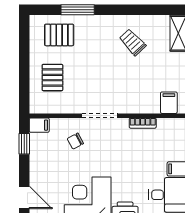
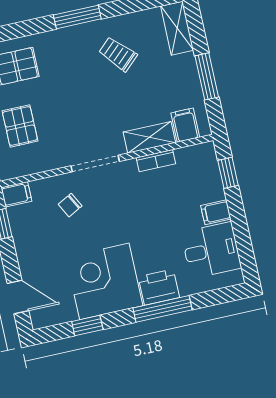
window: (78, 10) -> (77, 17), moved
shelving: (142, 106) -> (149, 137), added

